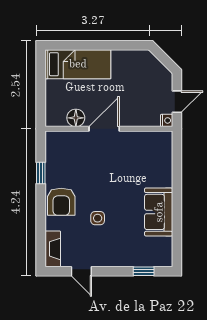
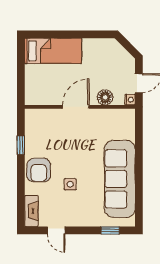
floor lamp: (76, 118) -> (105, 97), moved
sofa: (159, 212) -> (120, 179), width x1.85, depth x1.27

